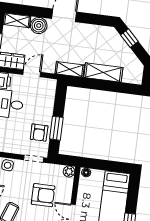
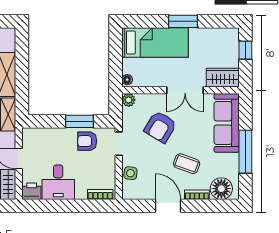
armchair: (39, 133) -> (87, 141), turned 180
armchair: (43, 195) -> (160, 127), turned -149

